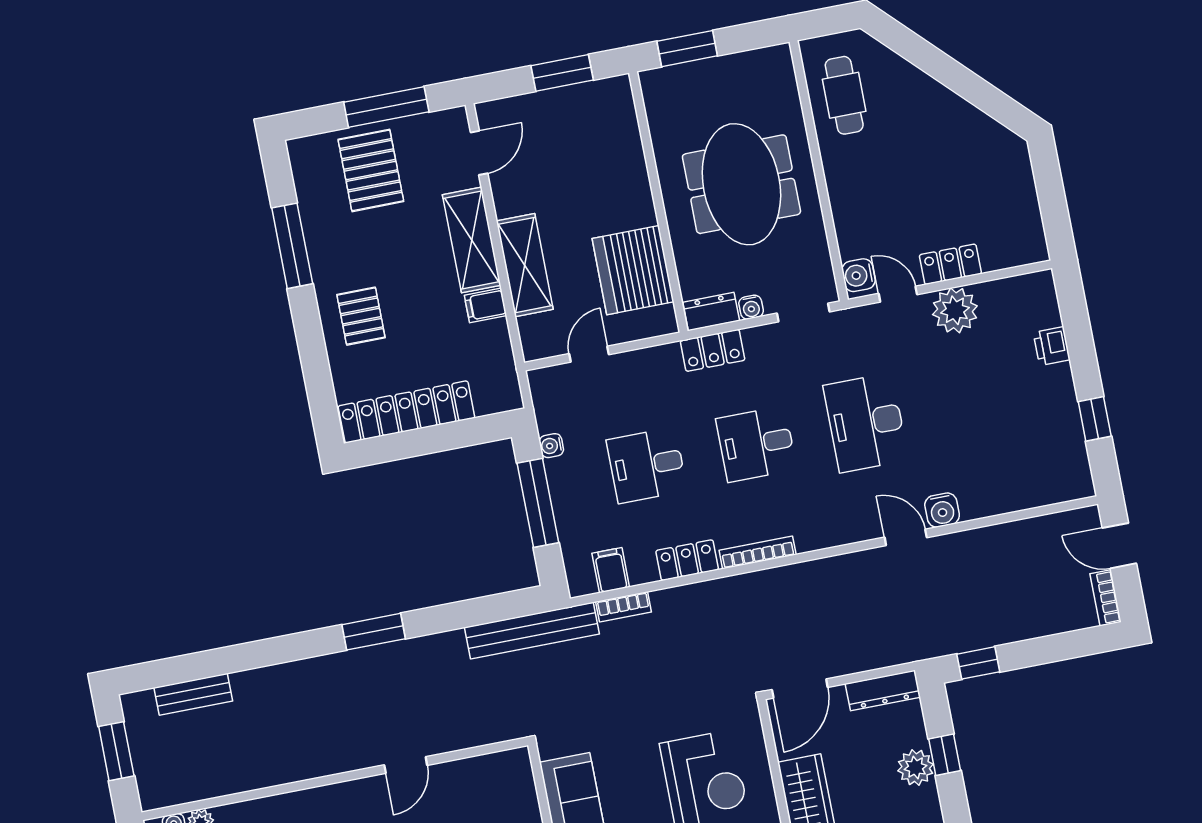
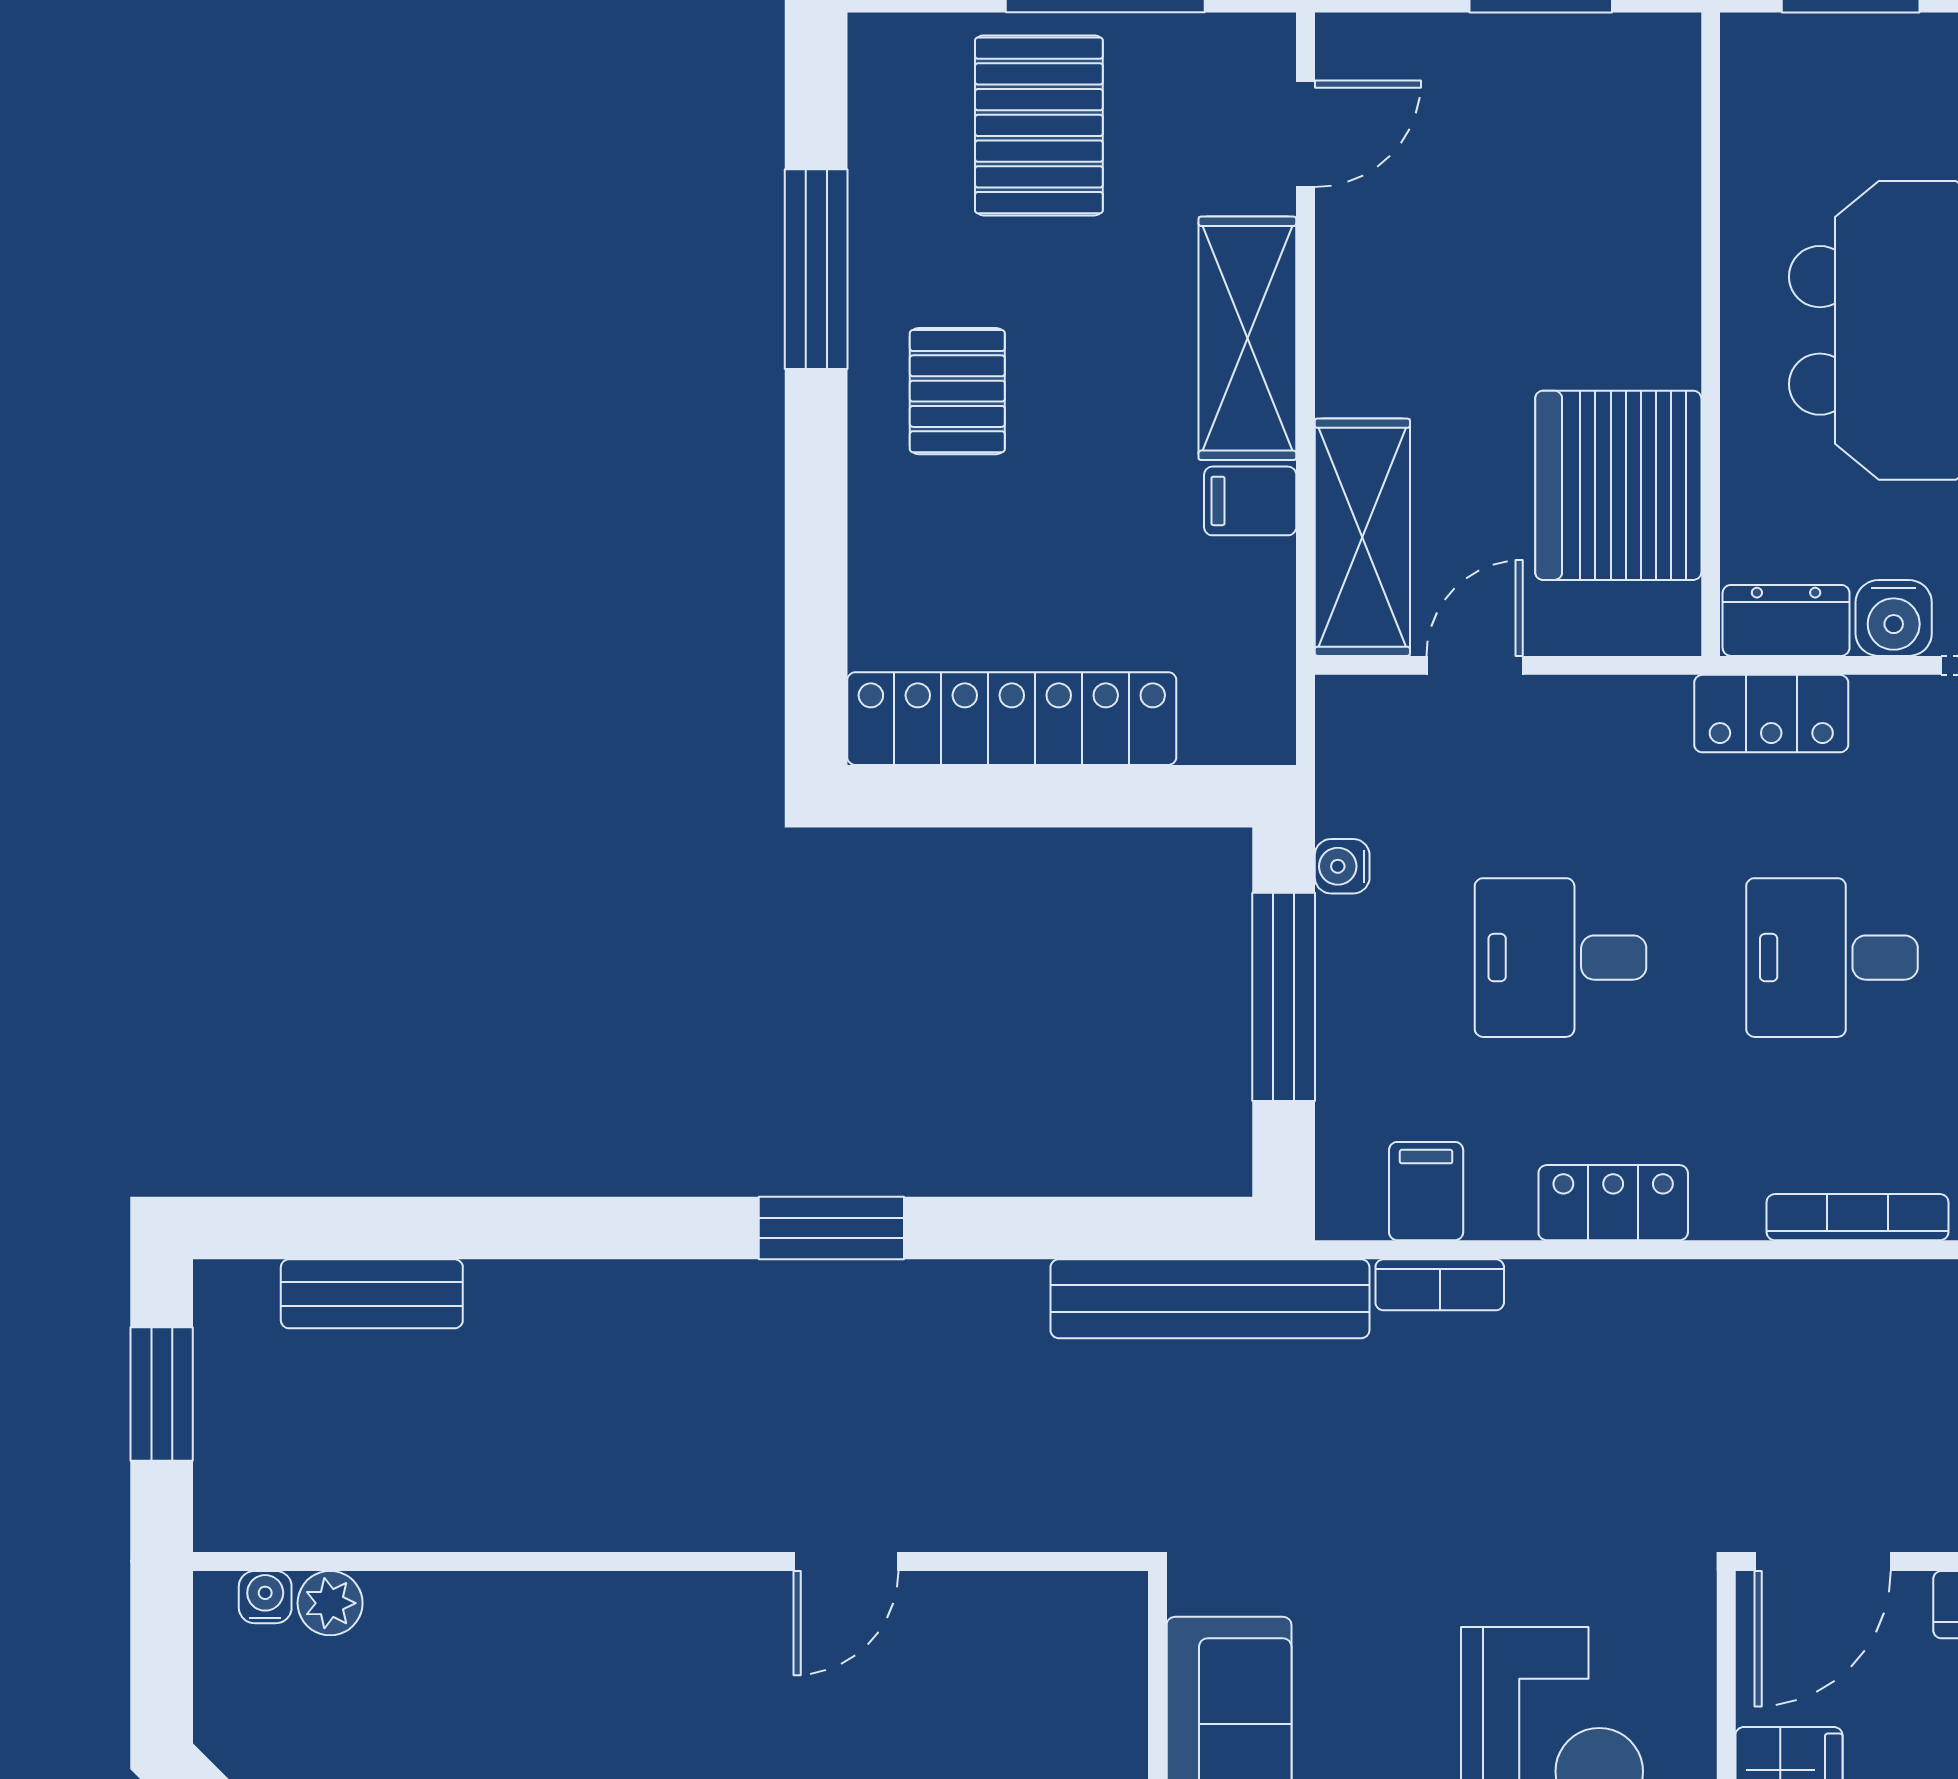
shelving: (525, 265) -> (1362, 537), moved
water cooler: (751, 307) -> (1894, 618), width x1.38, depth x1.38
pallet: (361, 316) -> (957, 391), moved
bookcase: (758, 552) -> (1857, 1217), moved

